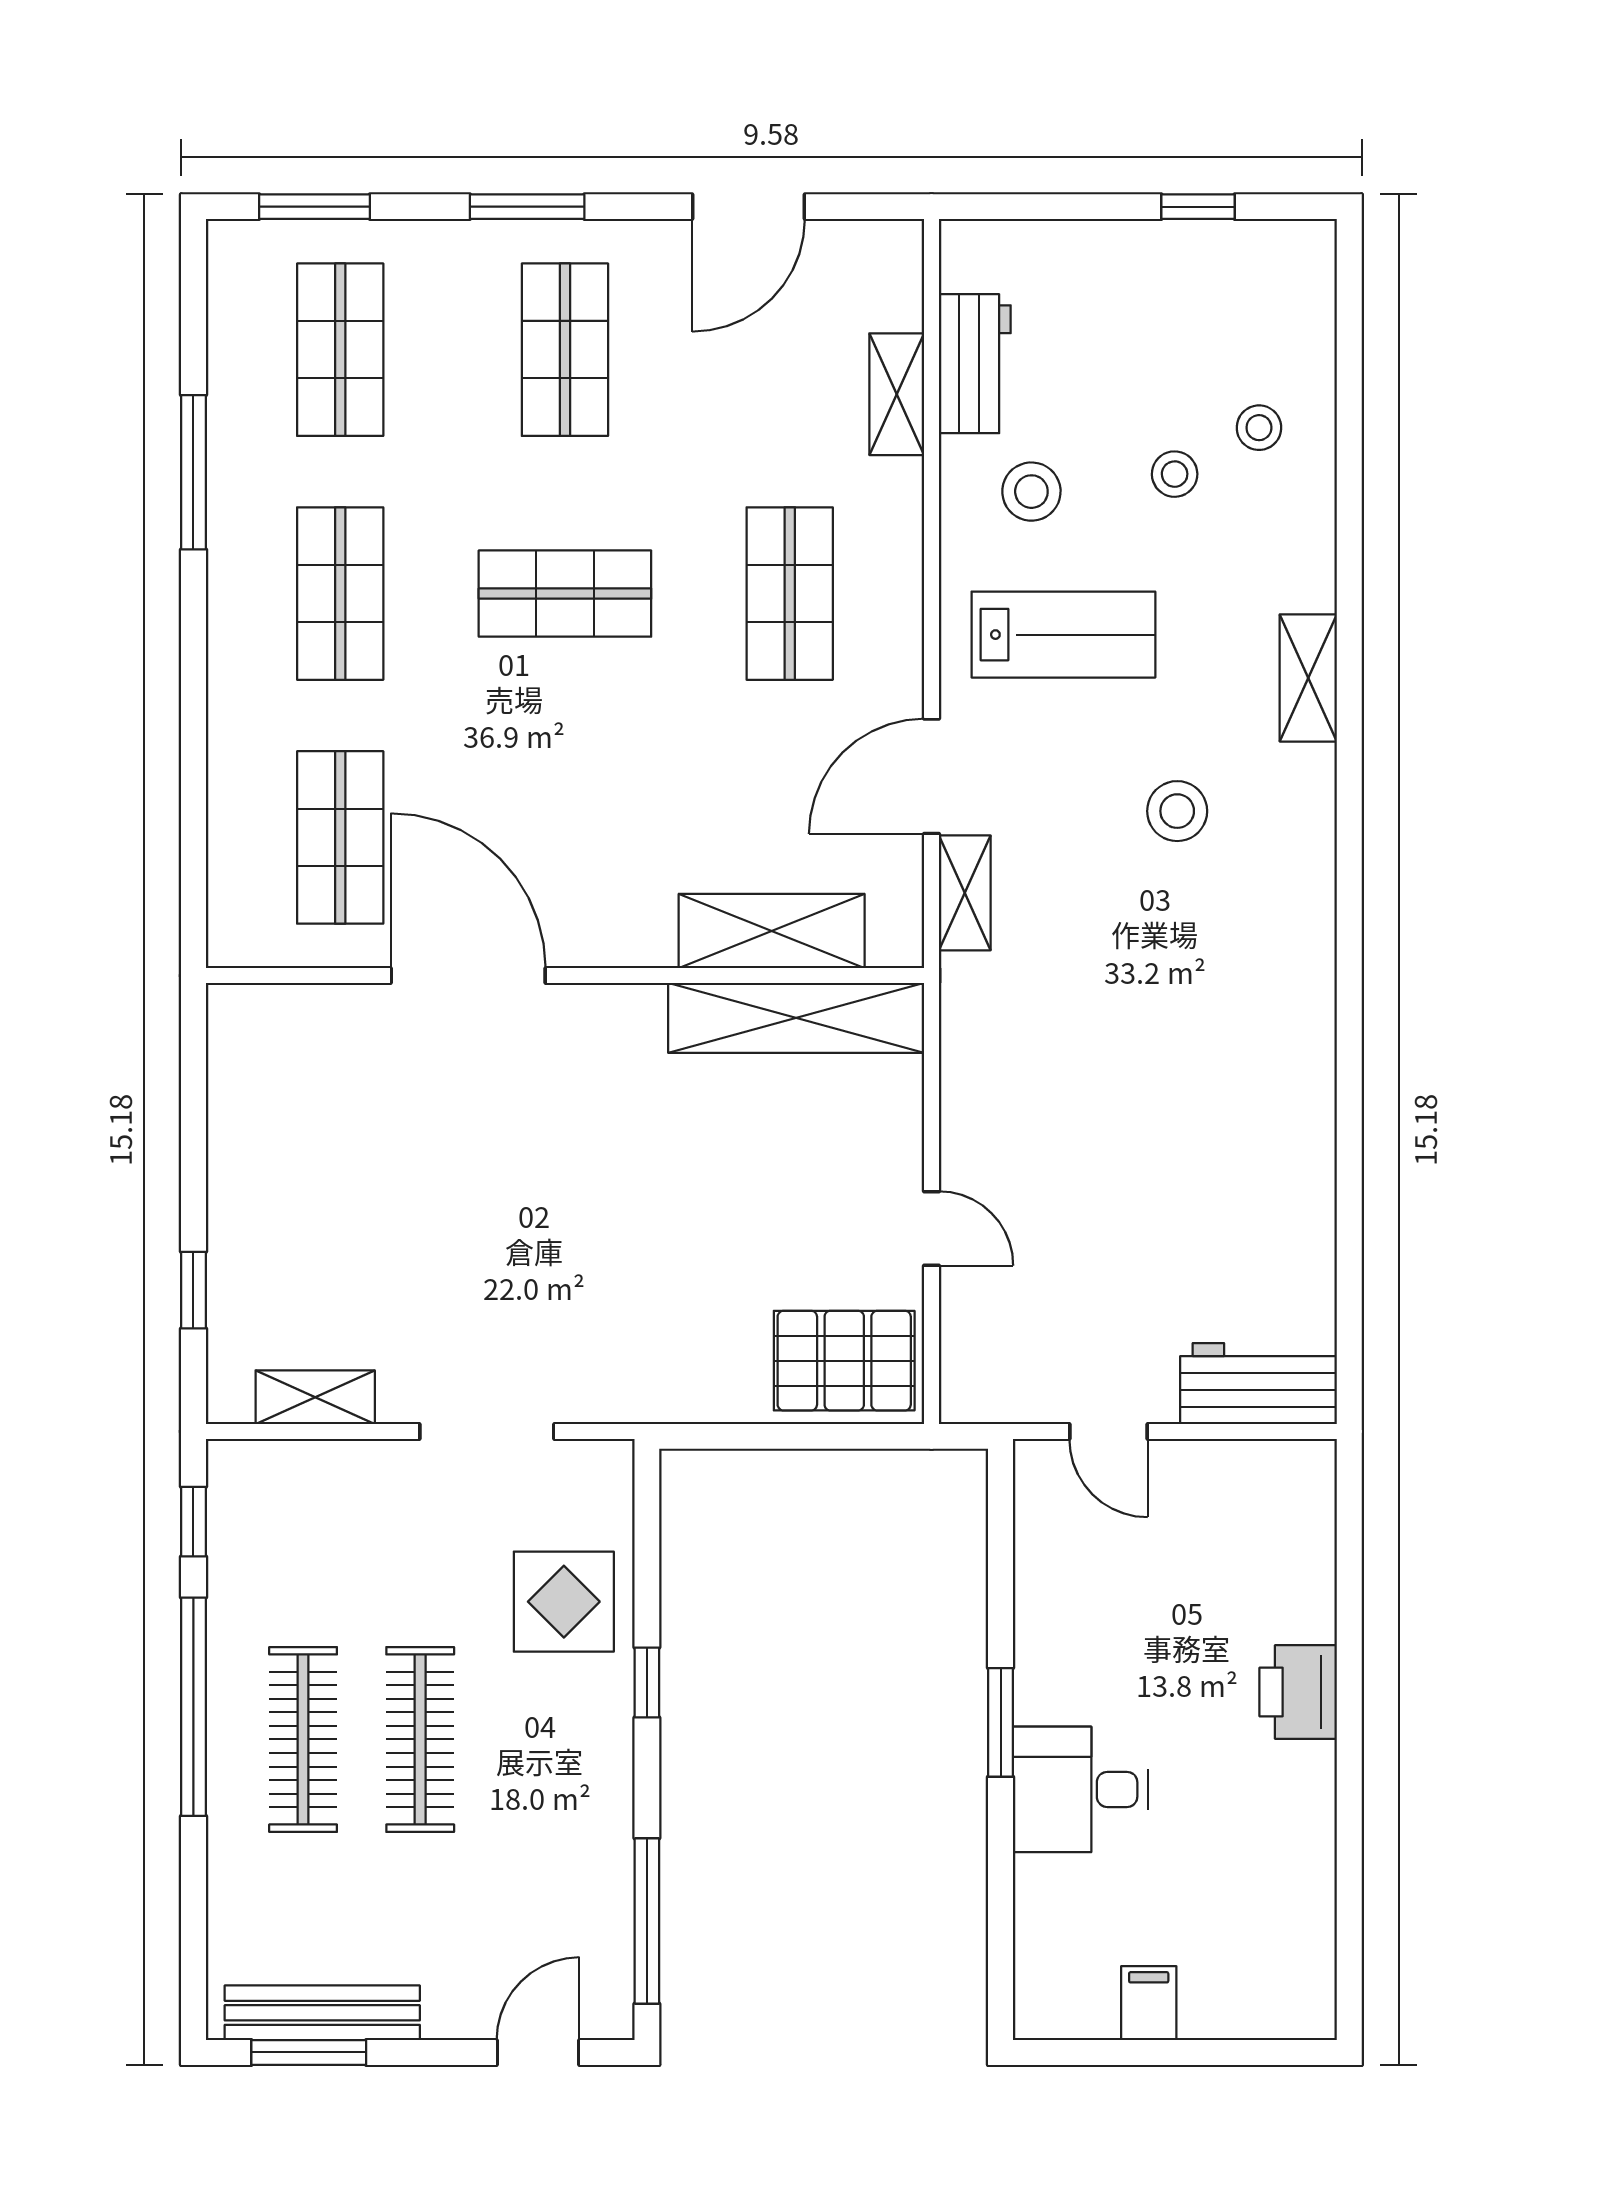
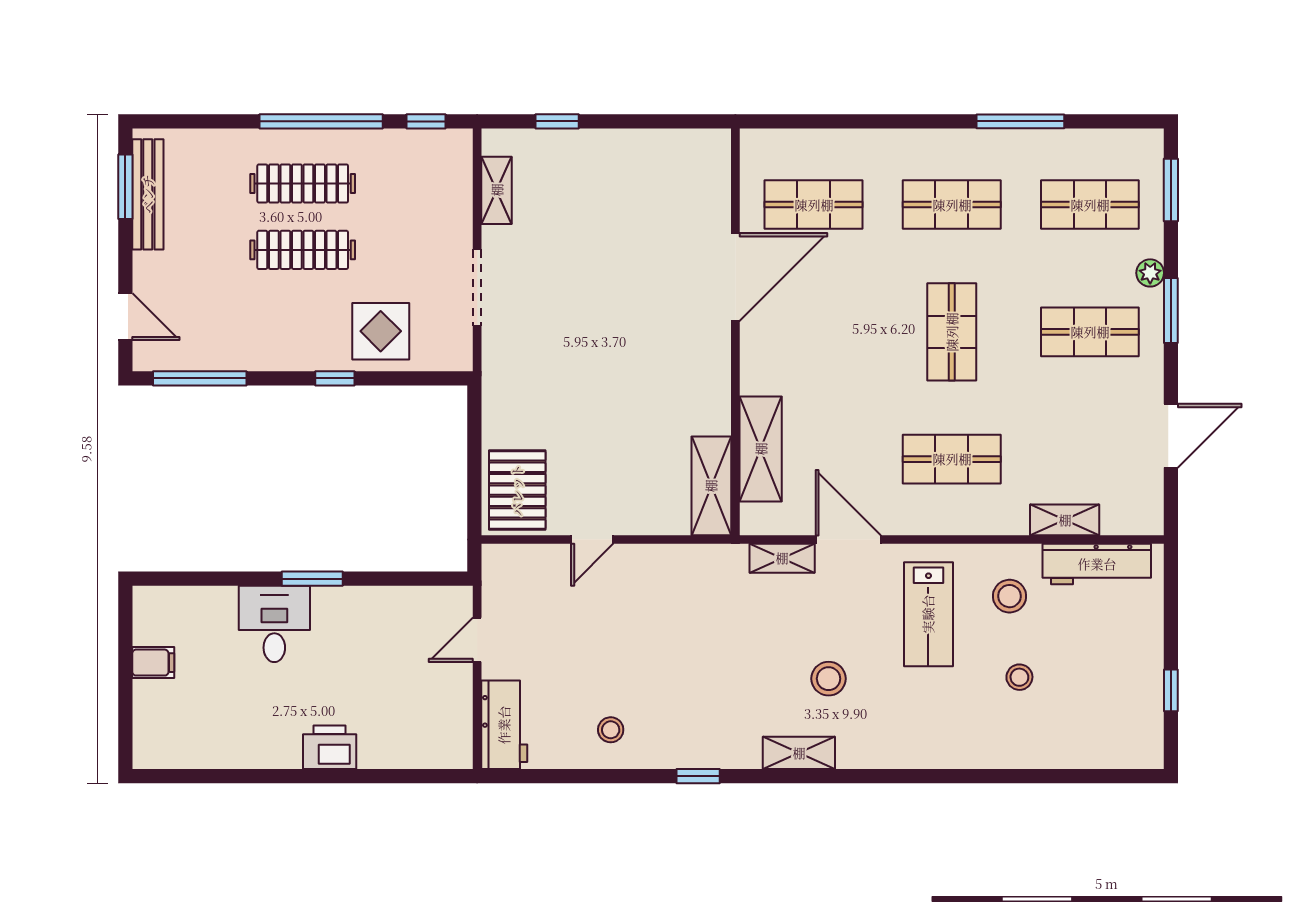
door: (748, 207) -> (1171, 436), swing flipped
plant: (461, 243) -> (1150, 273), added
workbench: (975, 364) -> (1097, 564), width x1.38
stool: (1259, 428) -> (611, 730), moved
shelving: (1308, 678) -> (799, 753), moved
shelving: (796, 1018) -> (711, 486), width x0.68
window: (1349, 1041) -> (698, 776), added

